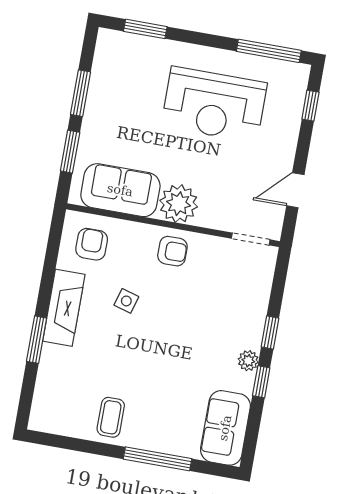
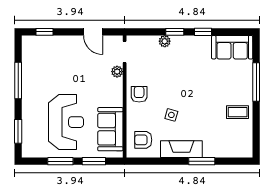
window: (269, 51) -> (18, 81), moved
reception desk: (214, 105) -> (66, 122), moved
plant: (179, 204) -> (117, 72), moved, width x0.53, depth x0.53
plant: (248, 361) -> (165, 41), moved

